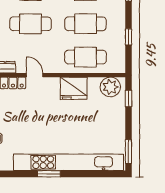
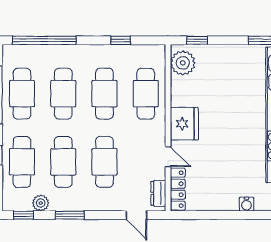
door: (35, 75) -> (168, 157), swing flipped
fridge: (74, 88) -> (184, 124), moved

